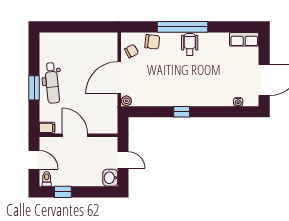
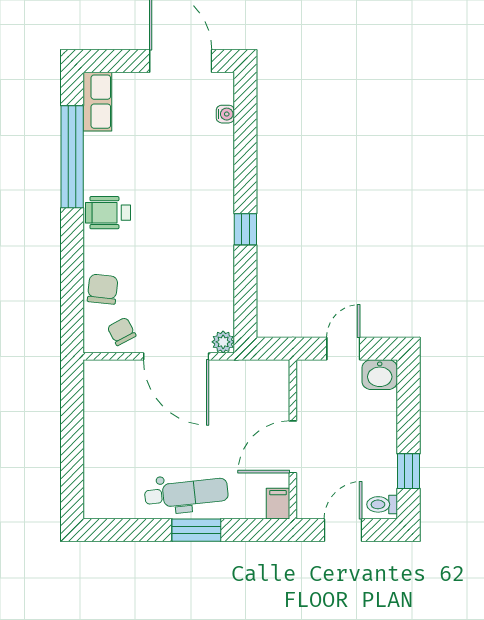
window: (183, 27) -> (72, 157), moved

